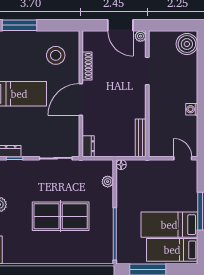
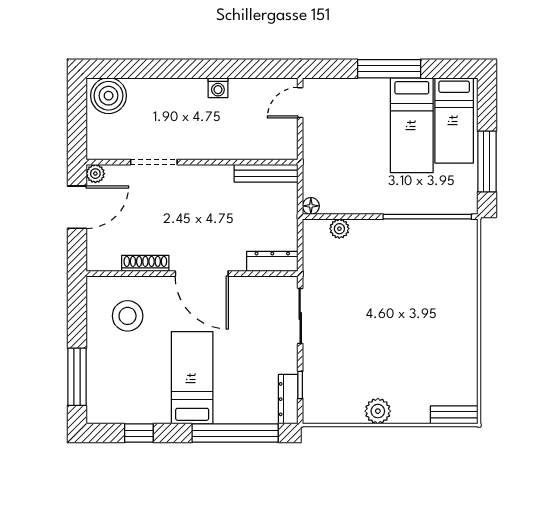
dresser: (88, 146) -> (272, 261), width x1.44
table tennis table: (61, 216) -> (398, 308), removed

